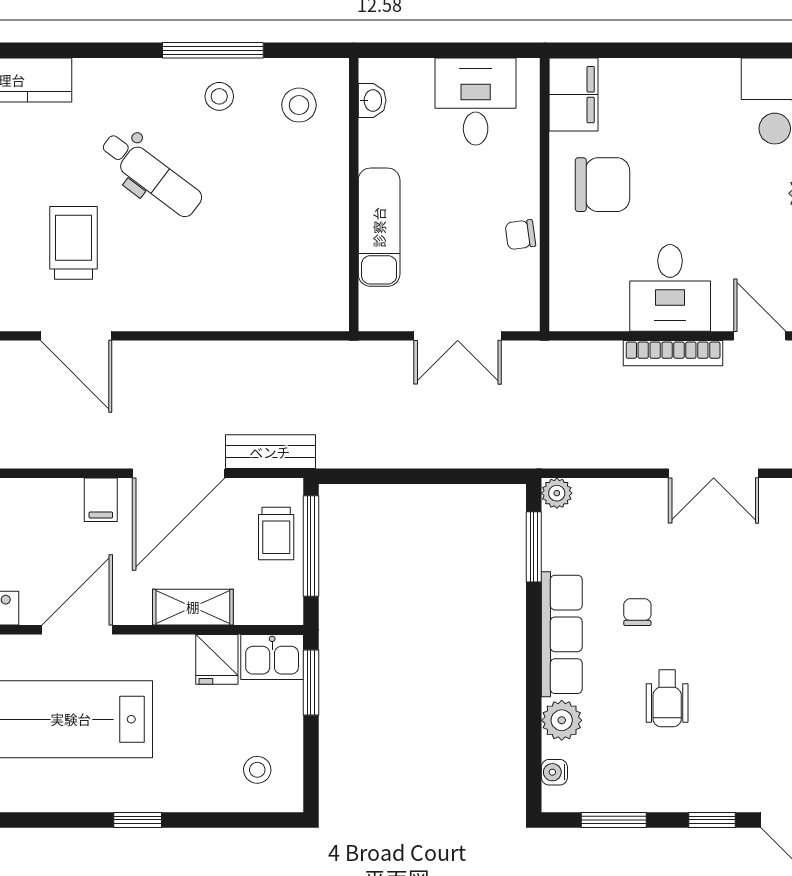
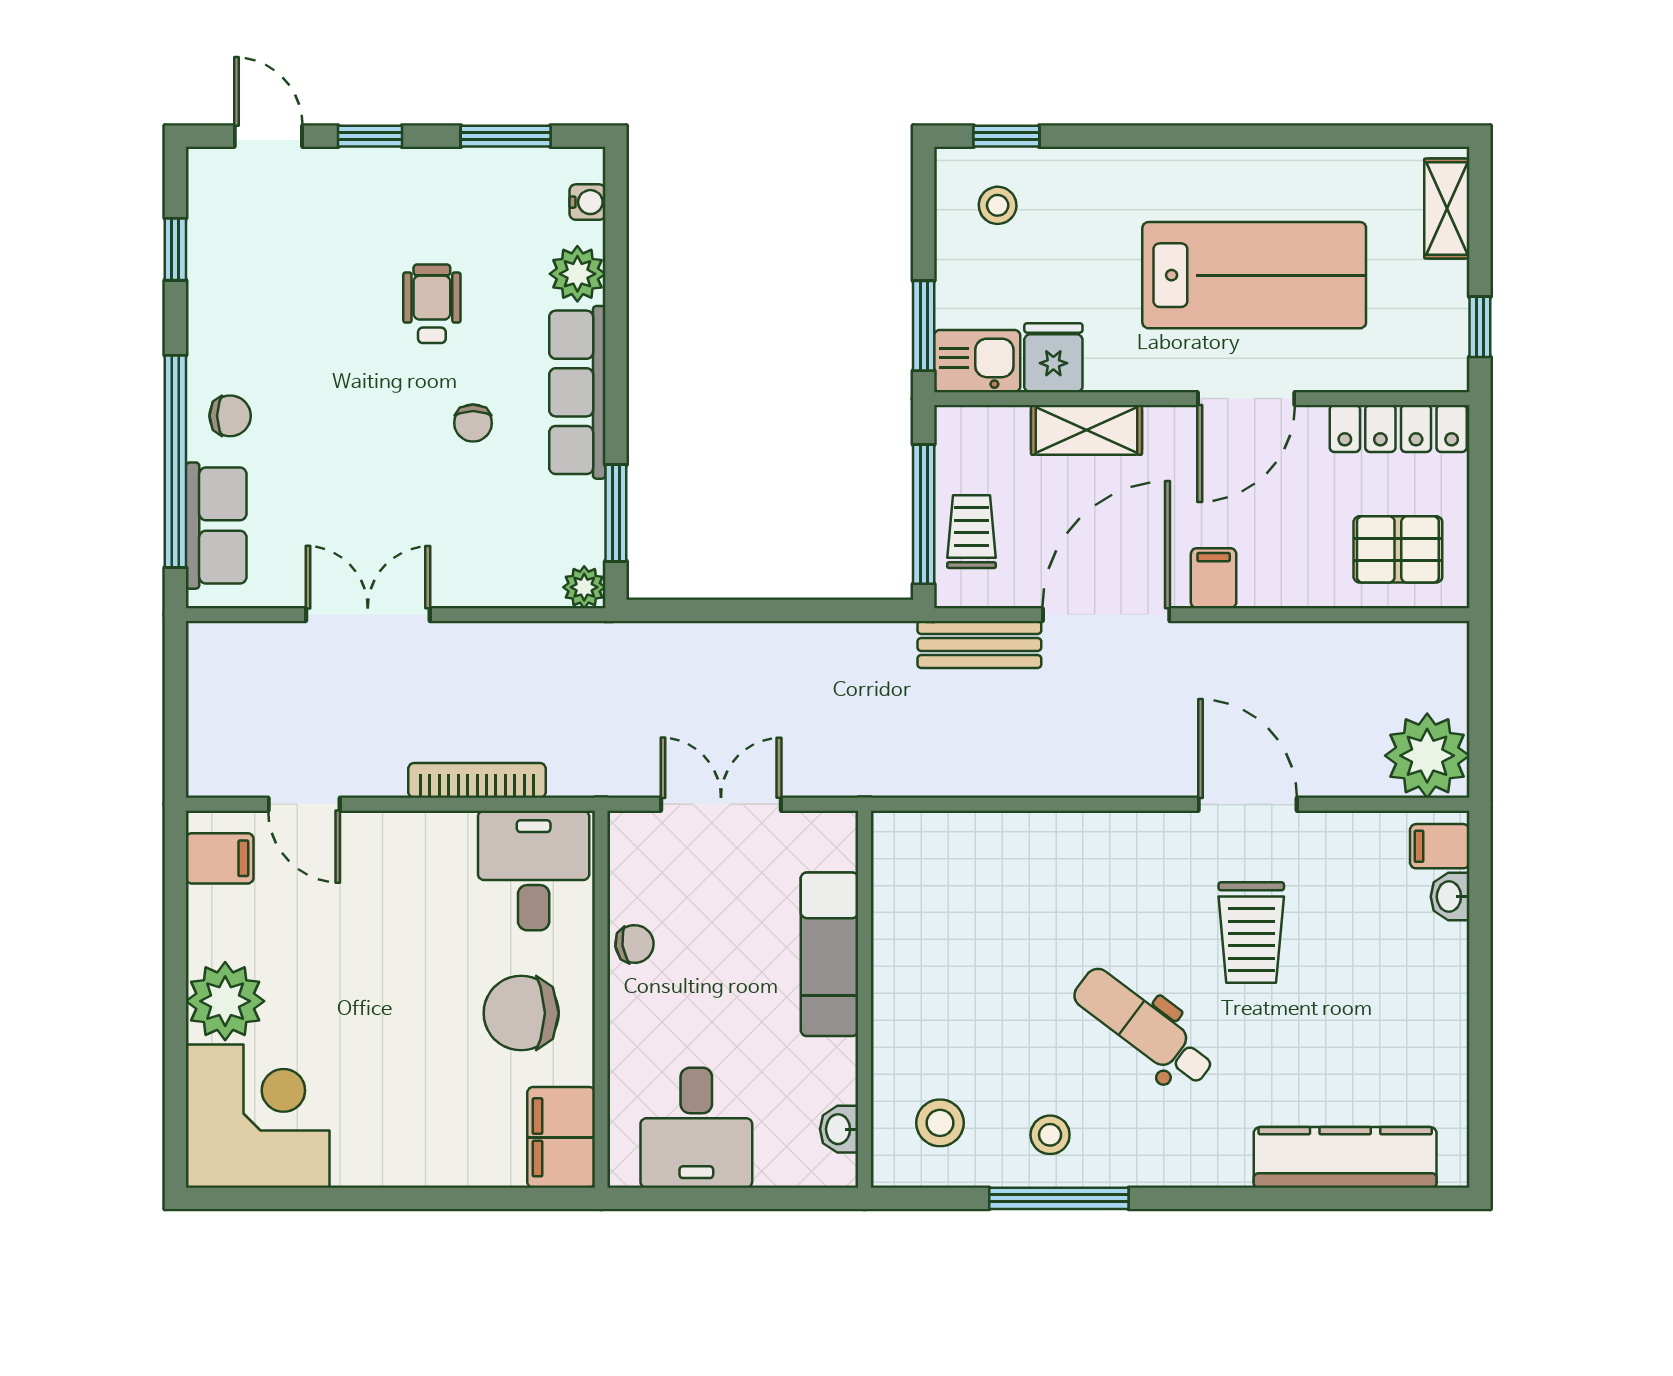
desk: (670, 288) -> (534, 871), moved
bookcase: (673, 353) -> (477, 780), moved
window: (138, 820) -> (1006, 136), moved

